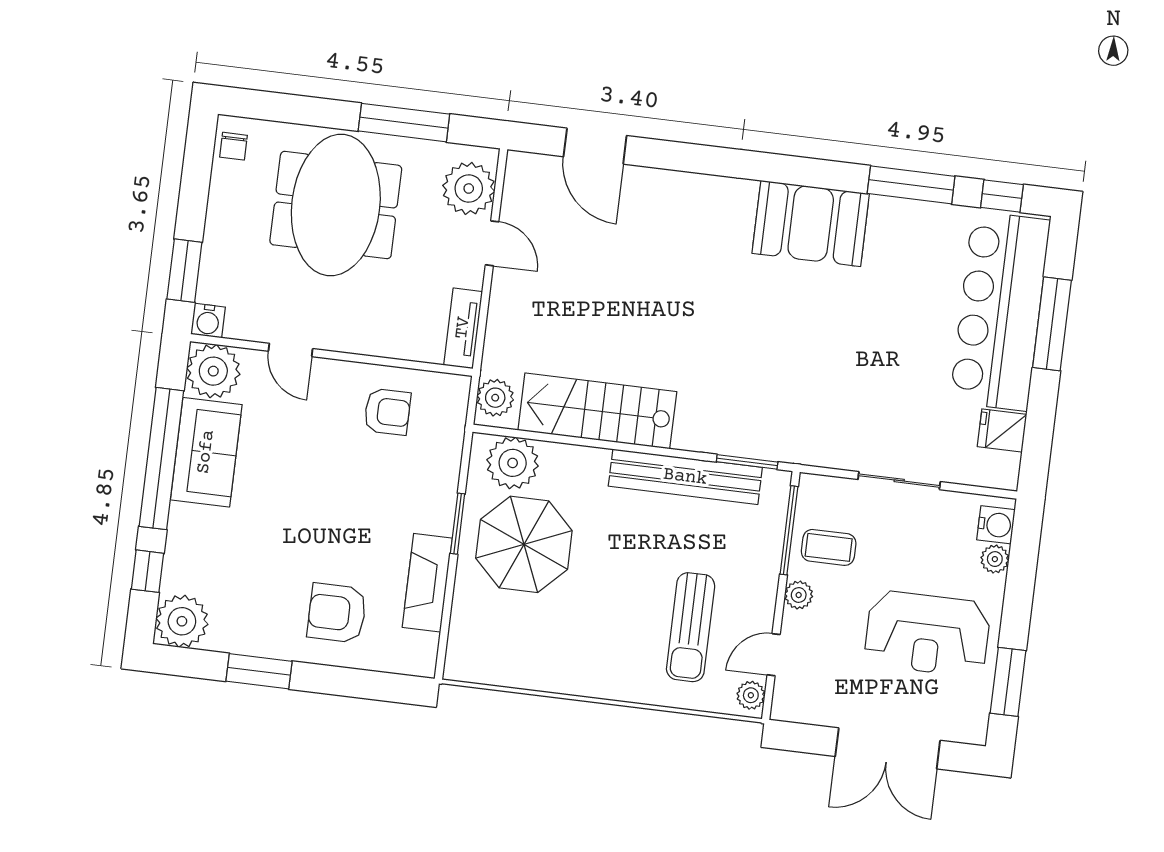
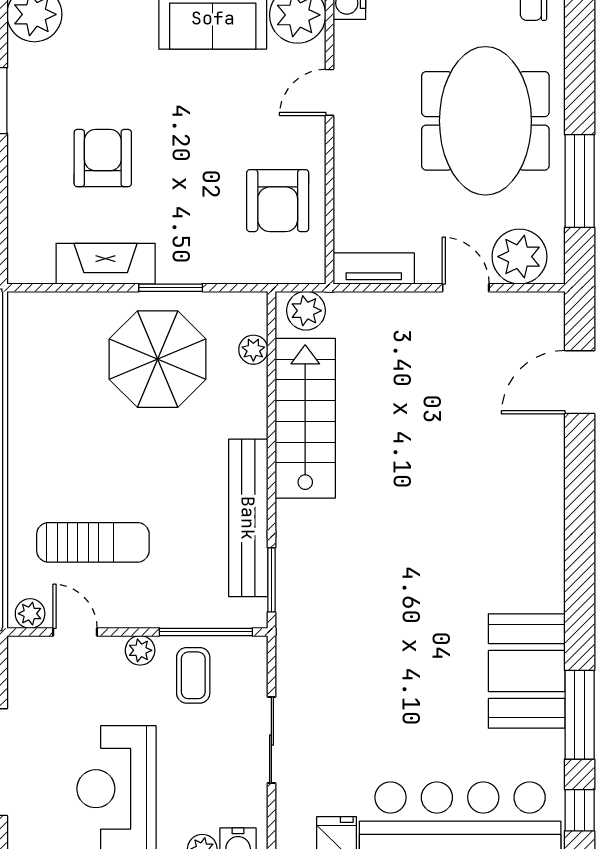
meeting table: (336, 205) -> (485, 121), turned 90
booth: (811, 224) -> (527, 671), moved
door: (492, 243) -> (466, 288), swing flipped
armchair: (387, 412) -> (278, 201), width x1.38, depth x1.38
plant: (513, 463) -> (253, 350), width x0.53, depth x0.53
armchair: (337, 613) -> (103, 158), moved
sun lounger: (691, 627) -> (93, 542), turned 180

